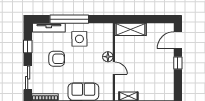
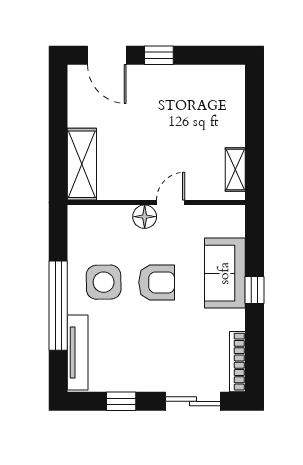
armchair: (57, 59) -> (157, 282), moved, turned 90

